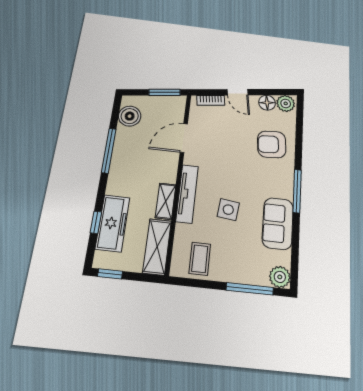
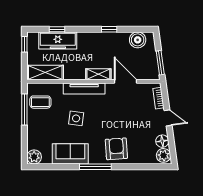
door: (238, 92) -> (168, 118), swing flipped
armchair: (272, 144) -> (116, 149), moved
window: (109, 151) -> (109, 29), width x0.46
shelving: (166, 201) -> (98, 74), moved
window: (250, 289) -> (24, 109), moved

